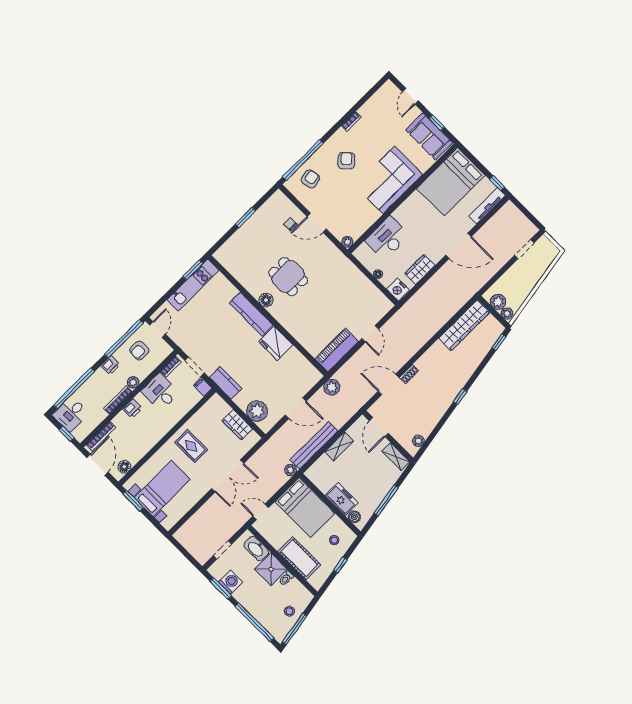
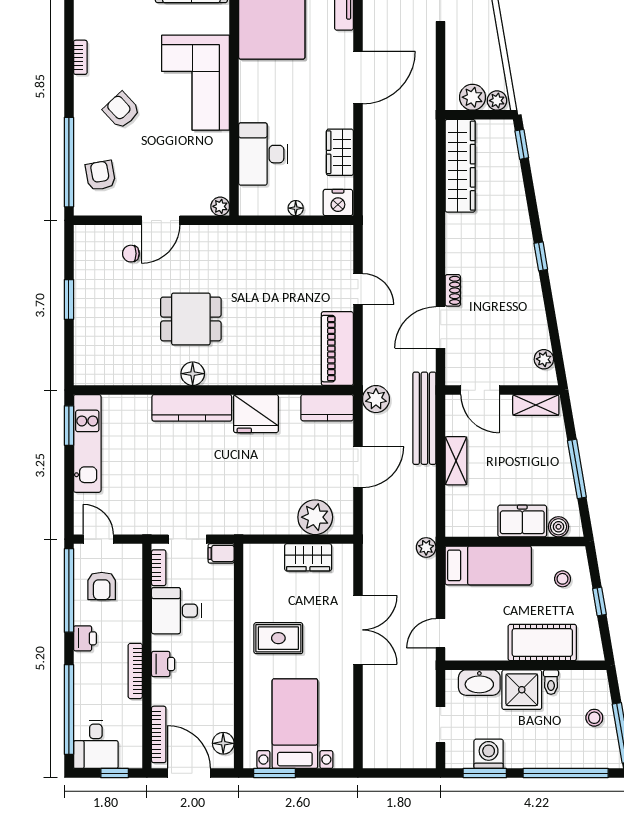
plant: (133, 382) -> (133, 632), removed
kitchen counter: (226, 383) -> (327, 408), moved, turned 180
bench: (314, 445) -> (424, 418), moved
bed: (305, 507) -> (488, 565), width x0.67

